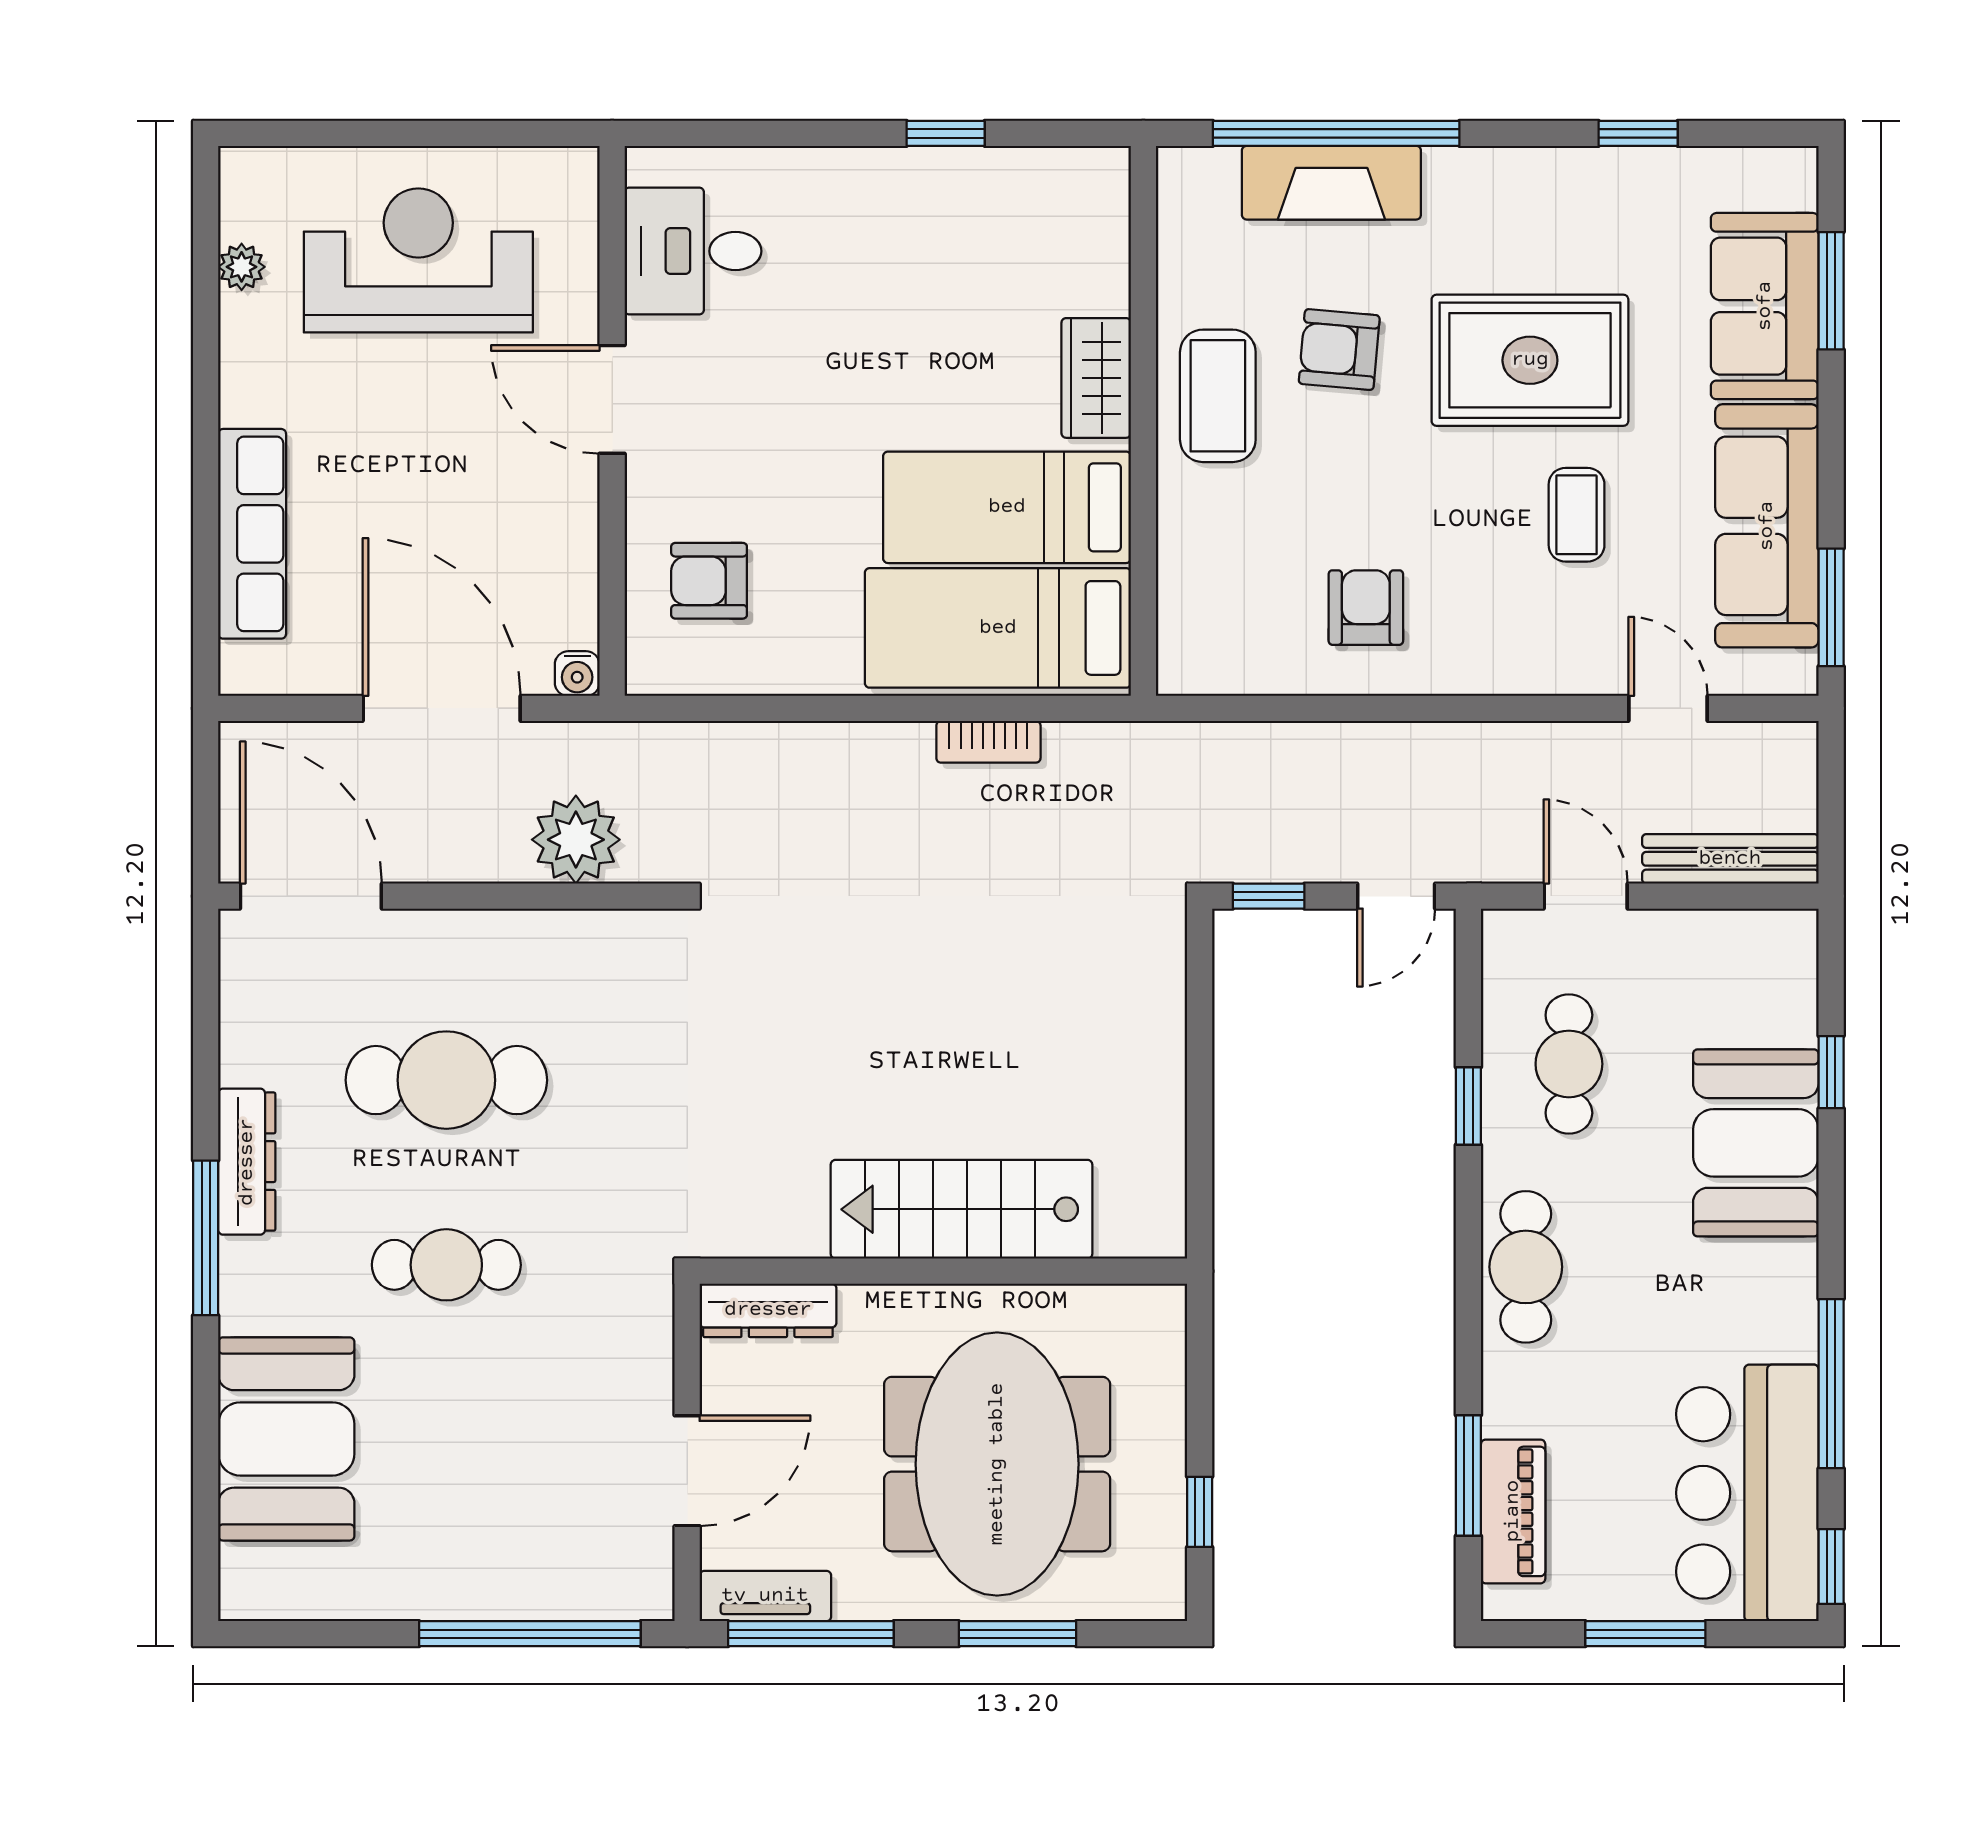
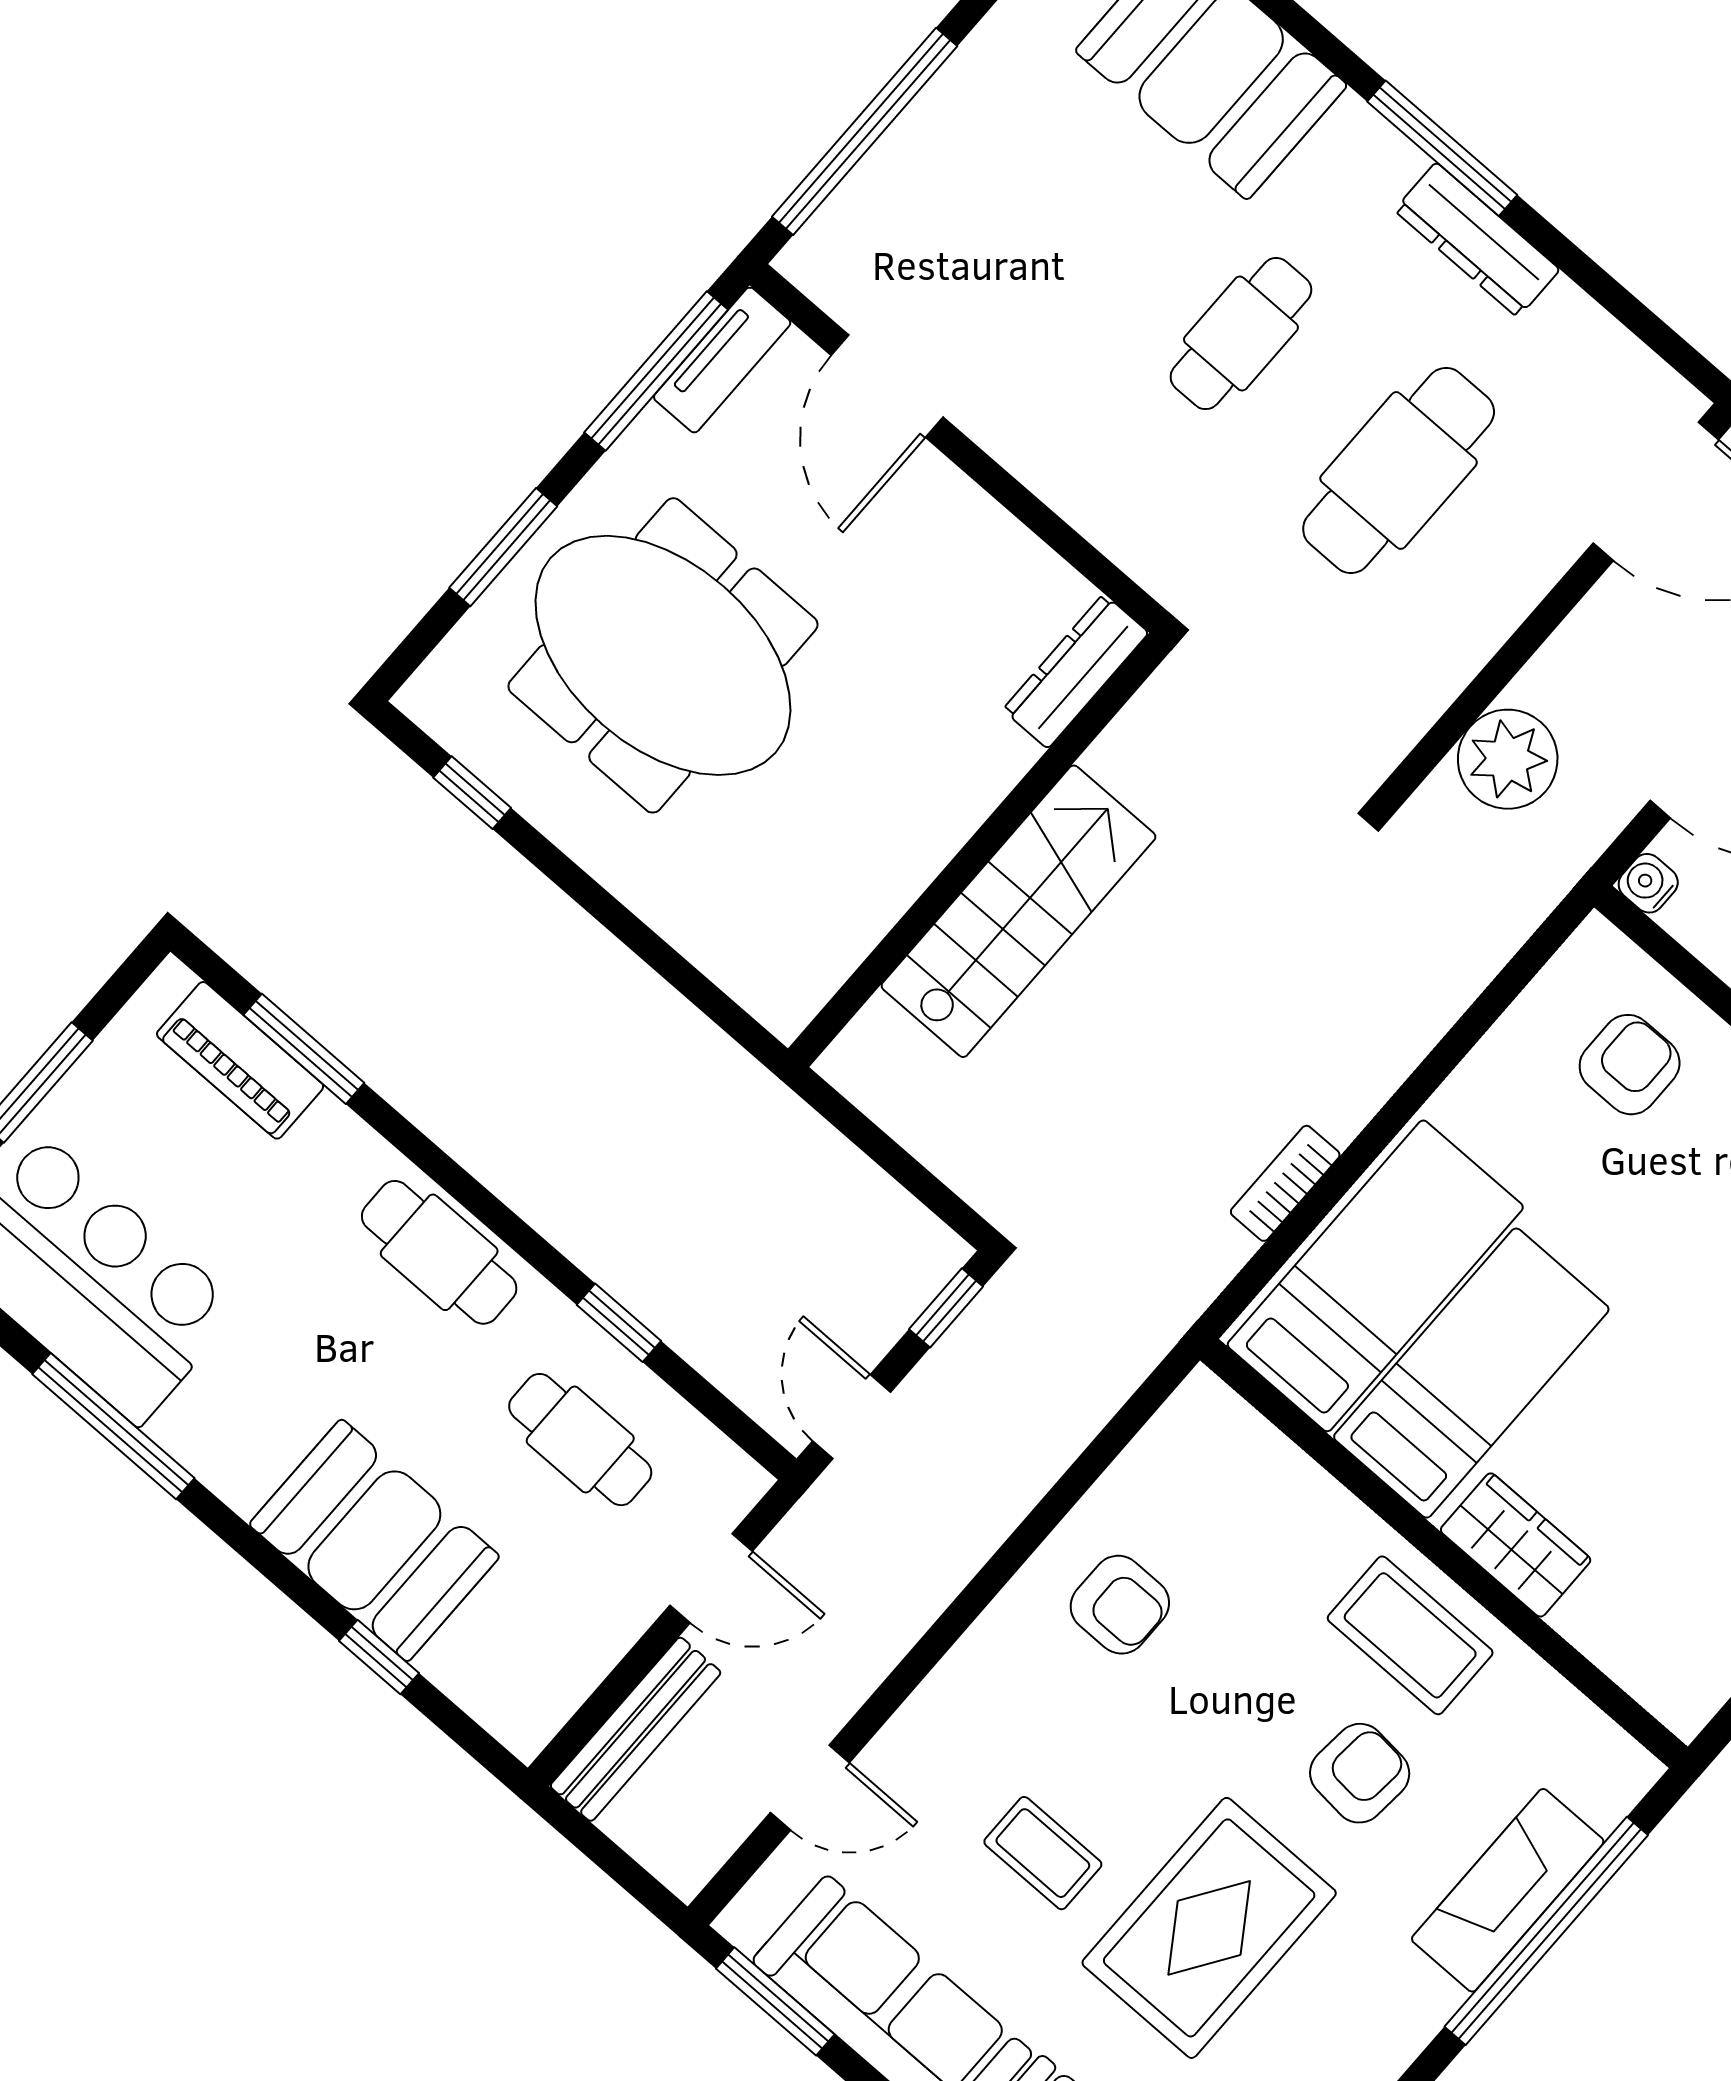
stairs: (962, 1209) -> (1018, 911), moved
wall: (943, 1271) -> (979, 850), moved
dresser: (768, 1310) -> (1076, 671), moved

